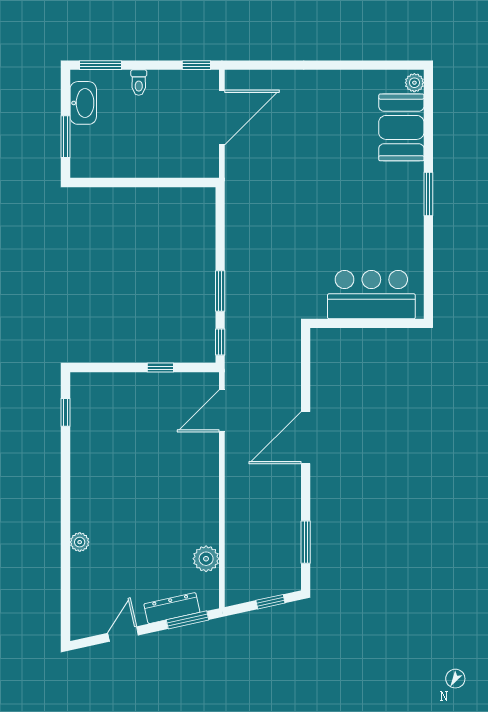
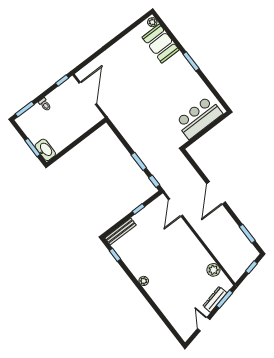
washbasin: (83, 103) -> (45, 150), moved
bench: (103, 381) -> (120, 231), added
plant: (80, 542) -> (144, 281), moved

